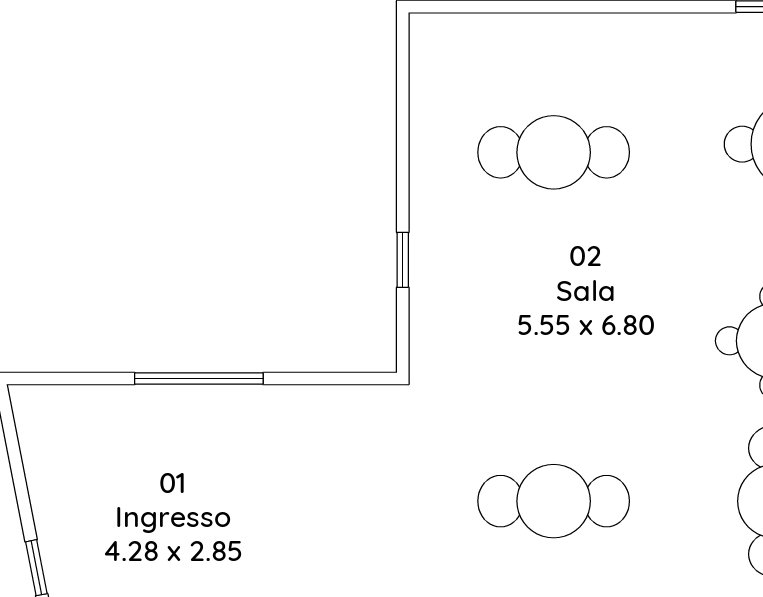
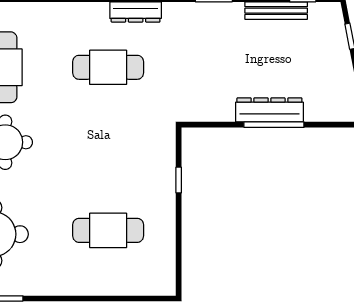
dresser: (208, 410) -> (269, 110), added

